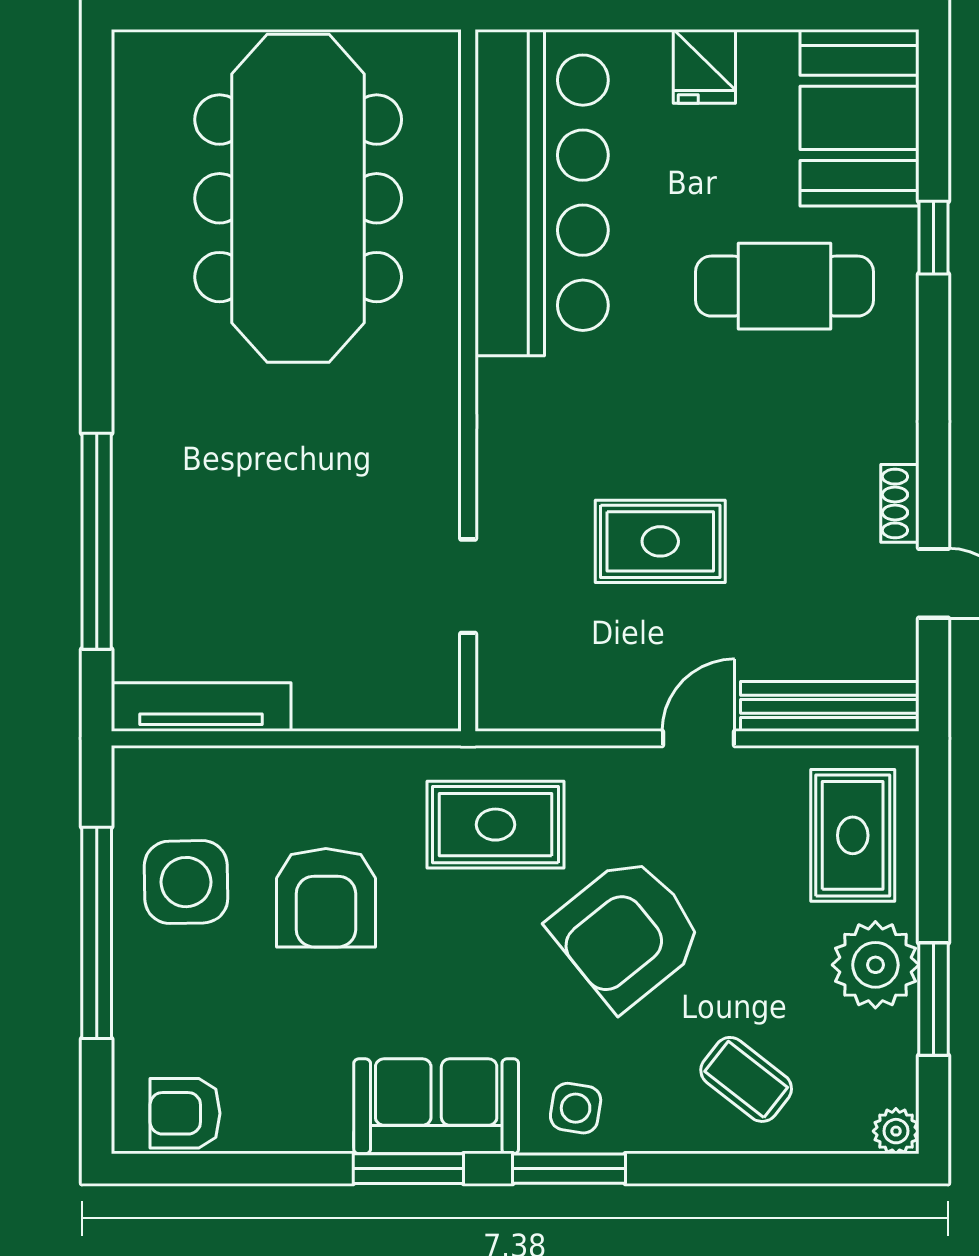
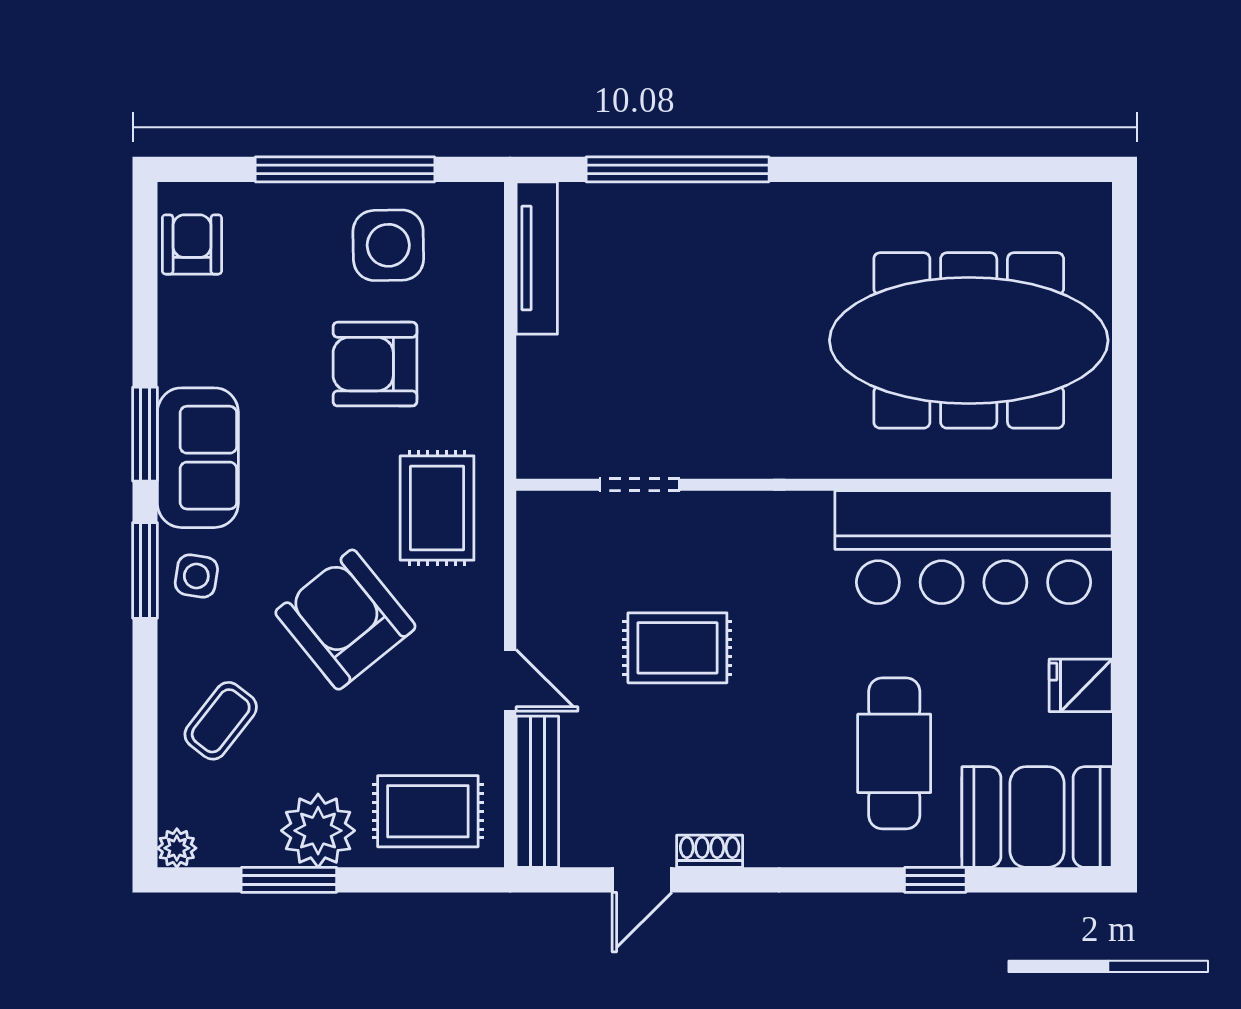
rug: (660, 541) -> (677, 648), turned 90

